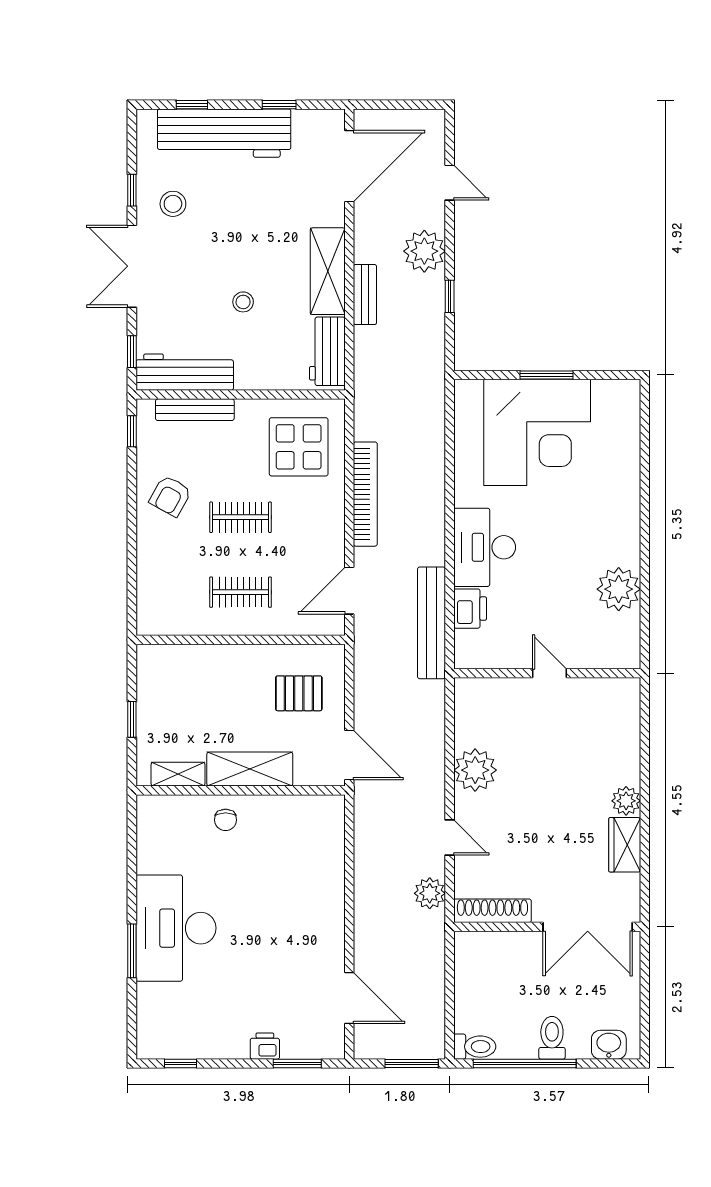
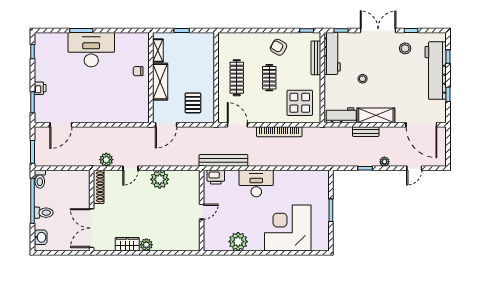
plant: (424, 251) -> (385, 162), width x0.53, depth x0.53
corner desk: (537, 432) -> (288, 228), moved, turned 90
clothes rail: (241, 592) -> (237, 78), width x1.36
printer: (470, 609) -> (216, 177), moved

